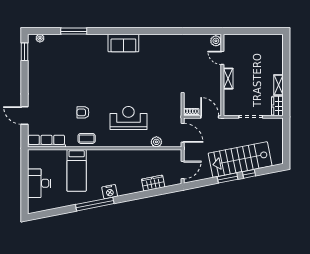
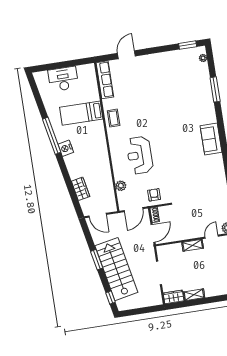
armchair: (83, 112) -> (154, 195), moved
reception desk: (128, 118) -> (140, 155), turned 180
window: (249, 174) -> (110, 297), moved

